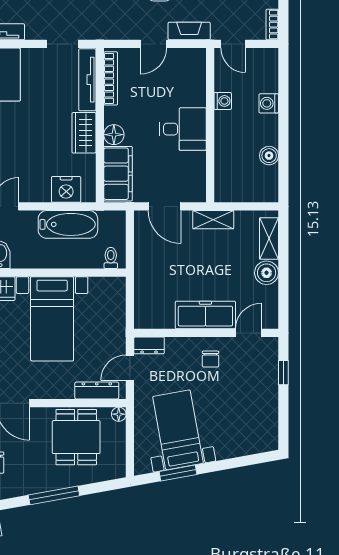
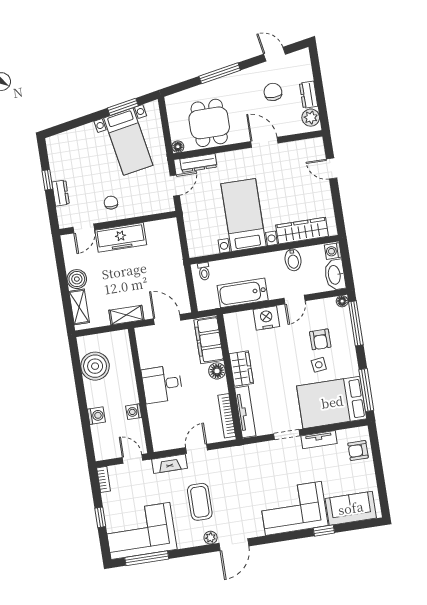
doorway: (62, 44) -> (287, 435), moved
boiler: (269, 156) -> (95, 366), width x1.86, depth x1.86
nightstand: (66, 189) -> (266, 318), moved
dresser: (149, 345) -> (61, 193), moved, turned 90
window: (283, 373) -> (47, 180), moved

